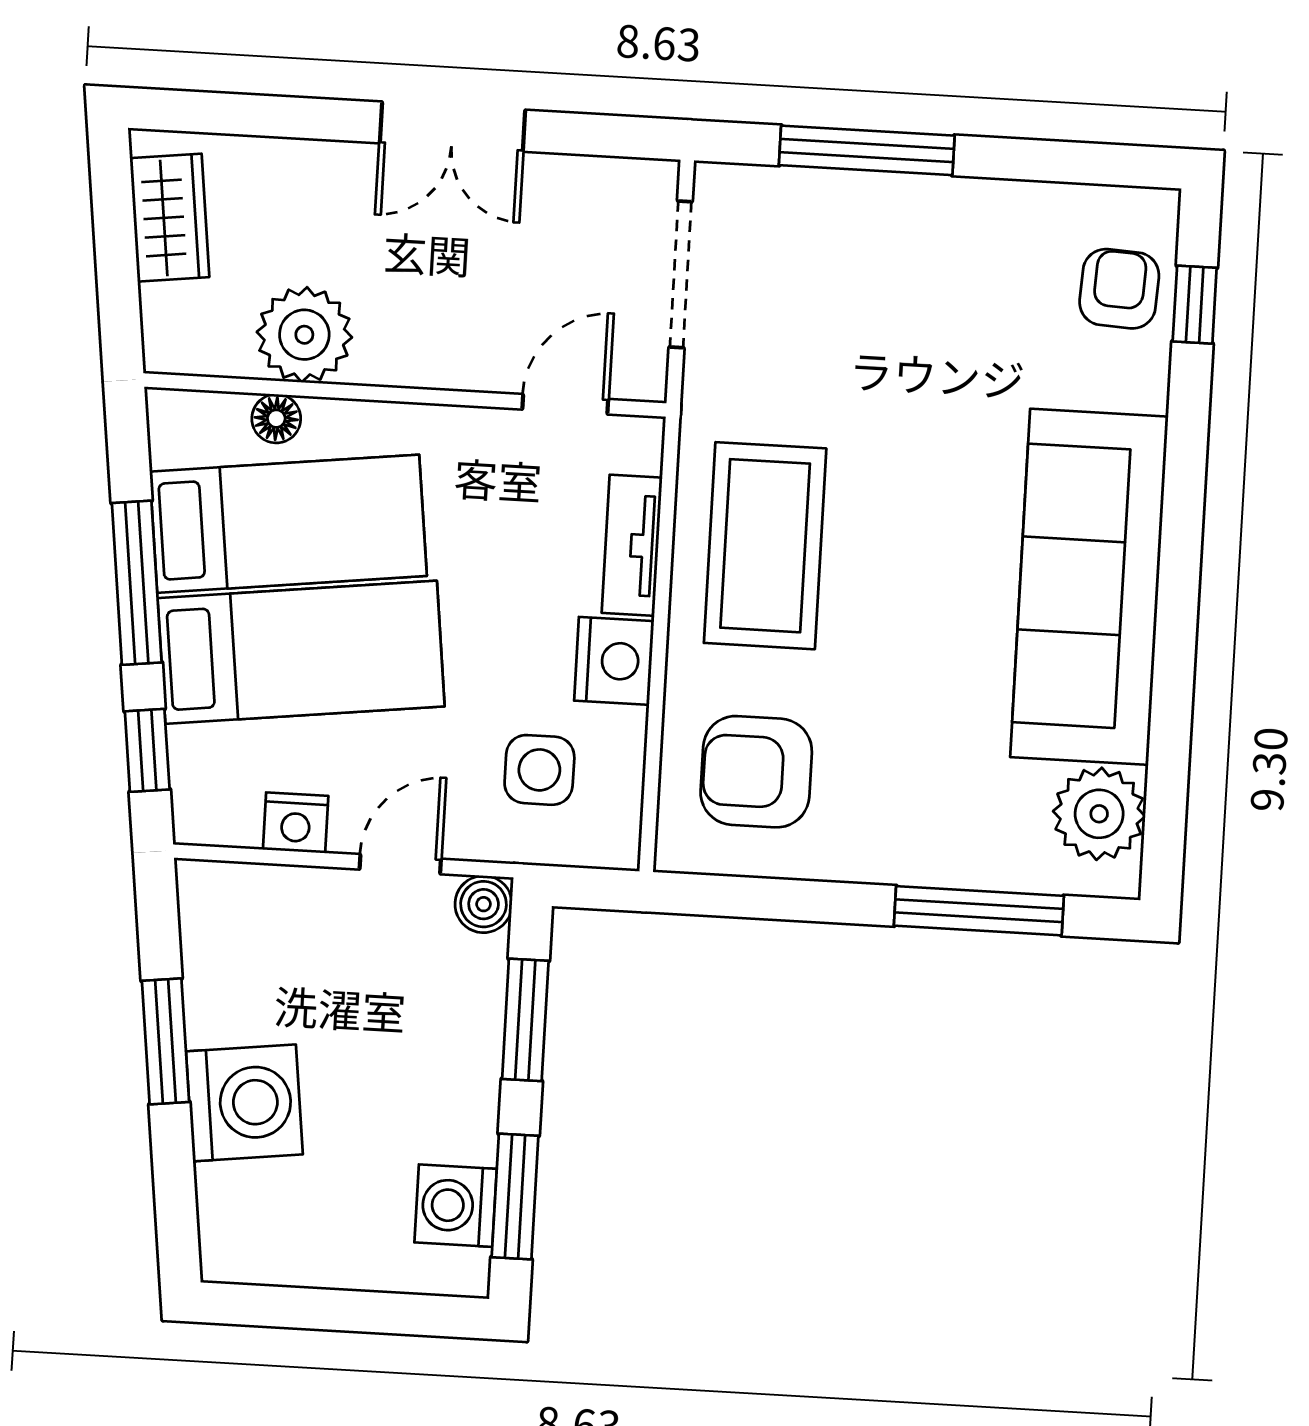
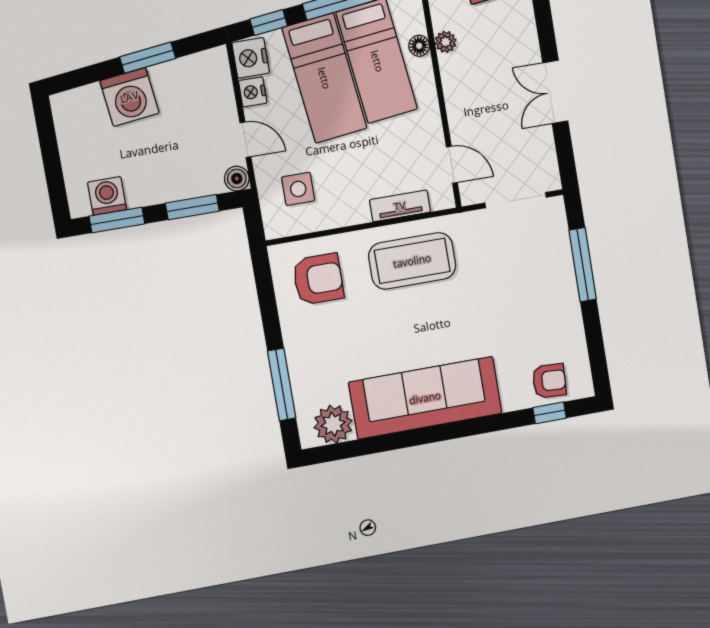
plant: (304, 335) -> (446, 42), width x0.53, depth x0.53
nightstand: (614, 661) -> (251, 58), moved, turned 90
armchair: (756, 772) -> (318, 279), turned 90

